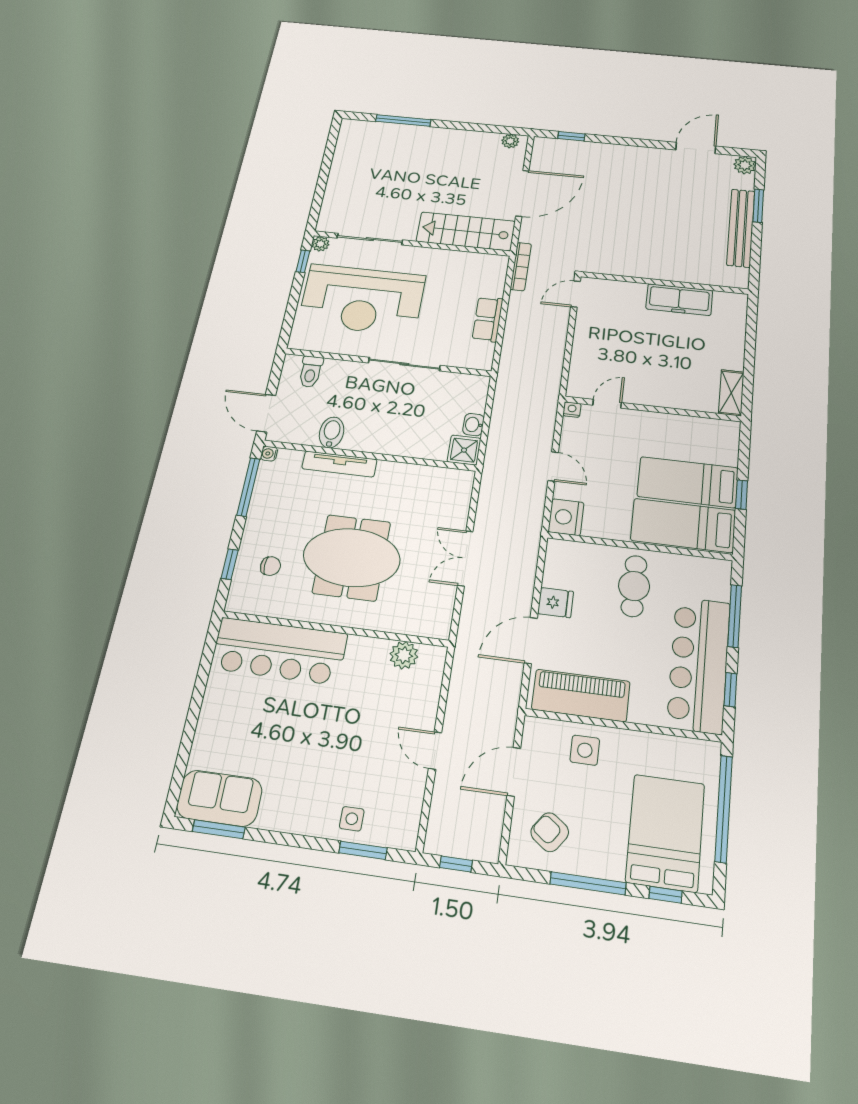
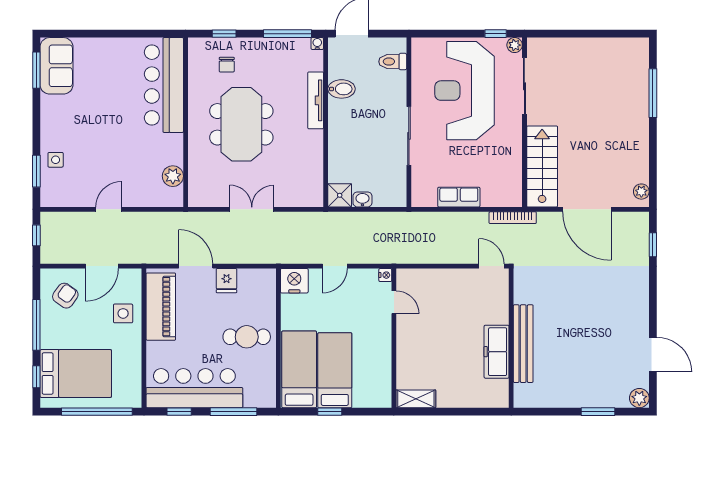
bench: (741, 228) -> (523, 344), moved, turned 90
door: (514, 772) -> (102, 266), swing flipped

